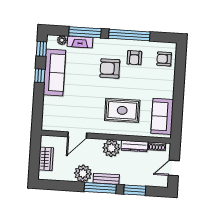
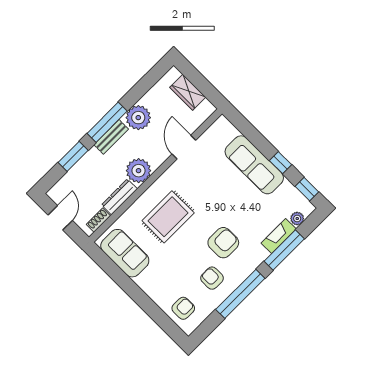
sofa: (54, 72) -> (254, 165), moved

